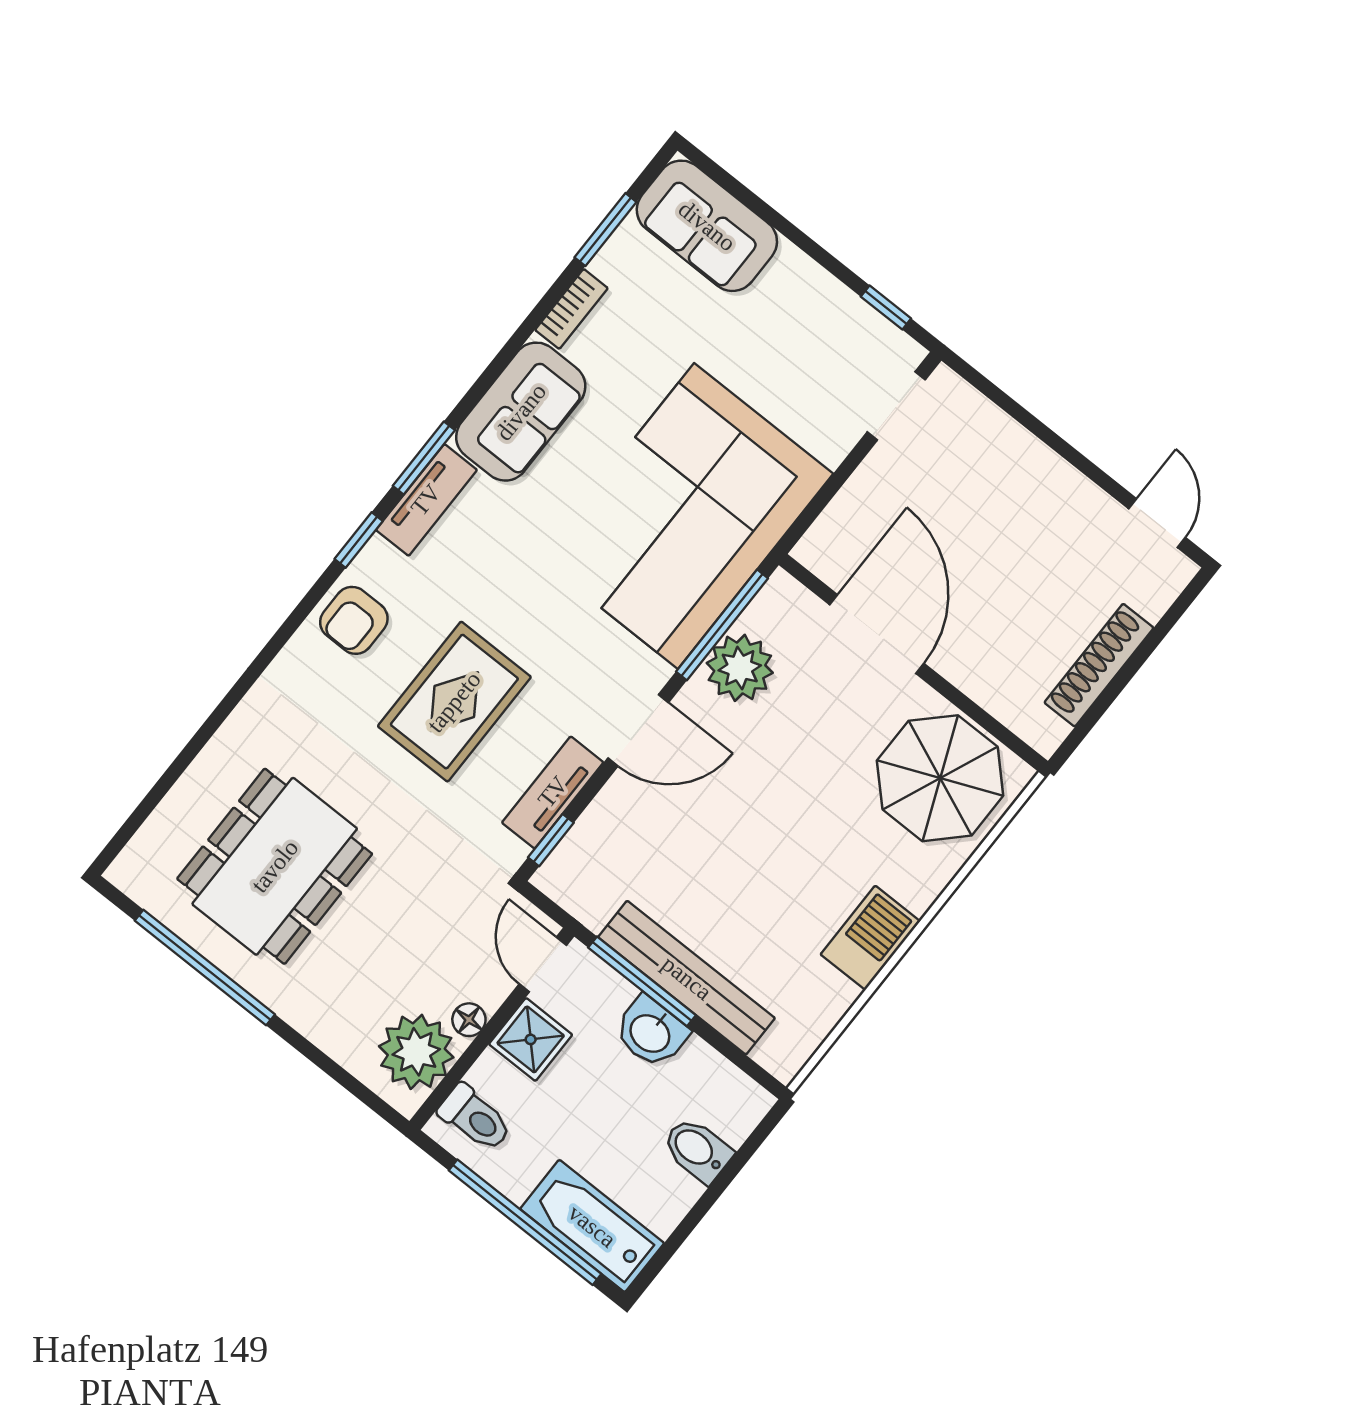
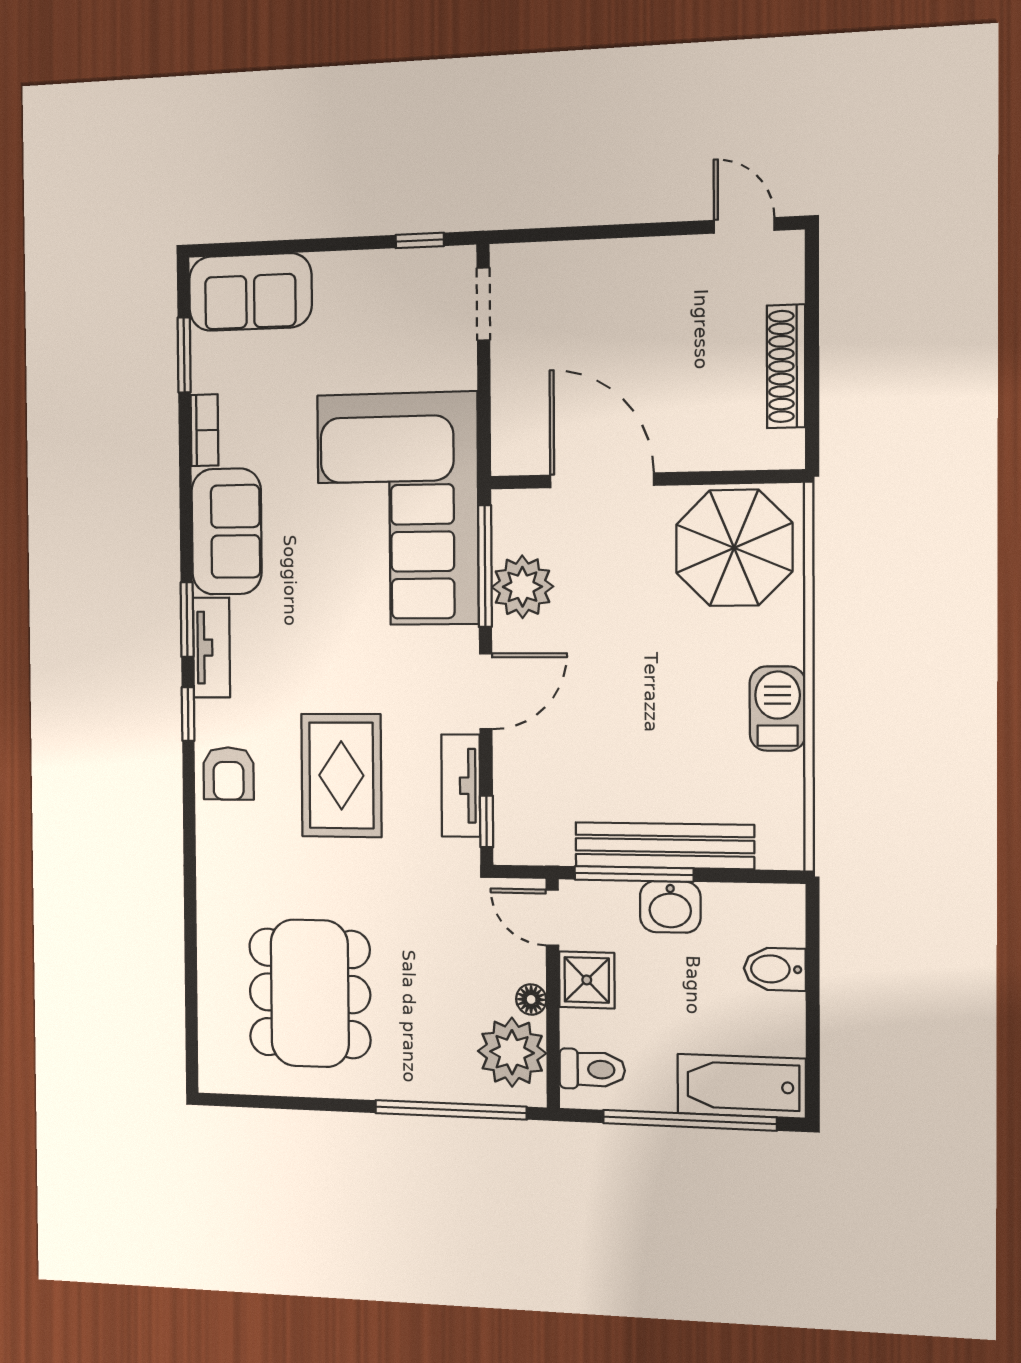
window: (205, 968) -> (451, 1110), moved

